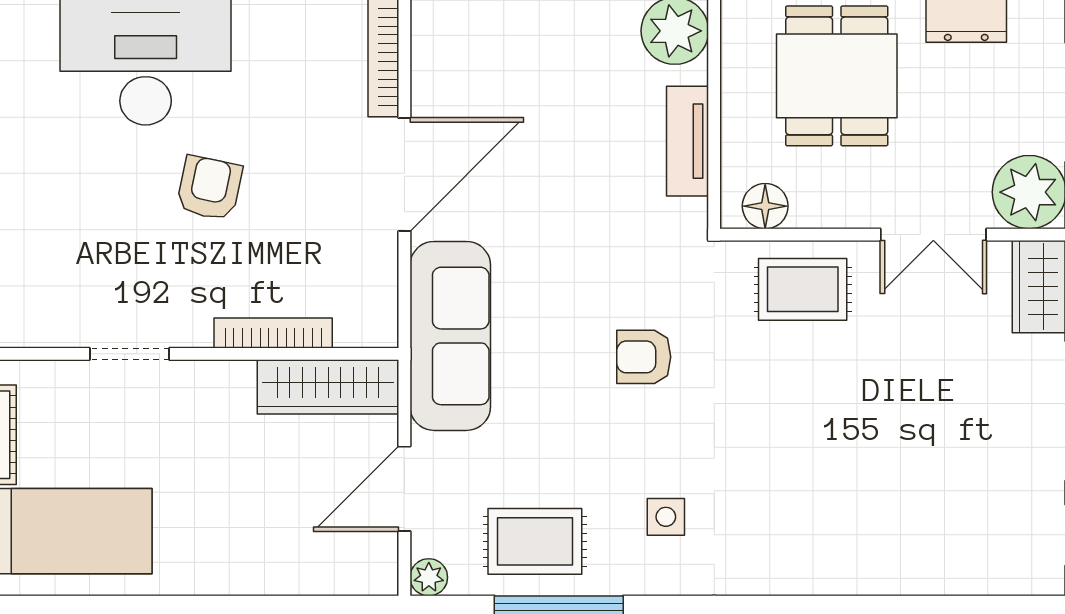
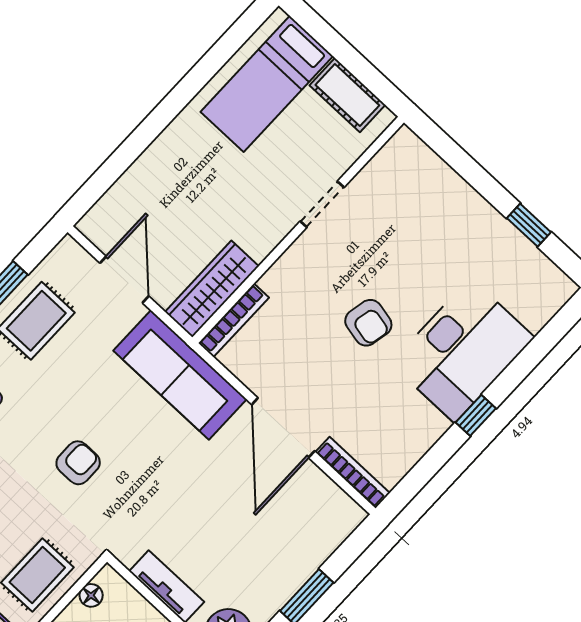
floor lamp: (765, 206) -> (91, 595), width x0.73, depth x0.73
bookcase: (273, 333) -> (234, 320), moved
plant: (429, 577) -> (68, 250), removed

